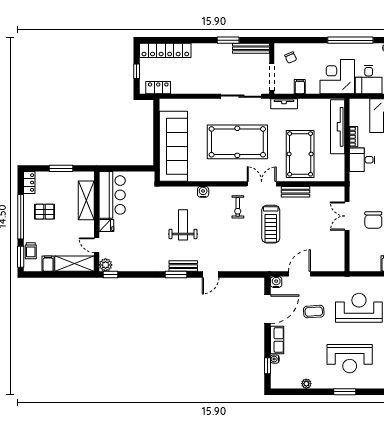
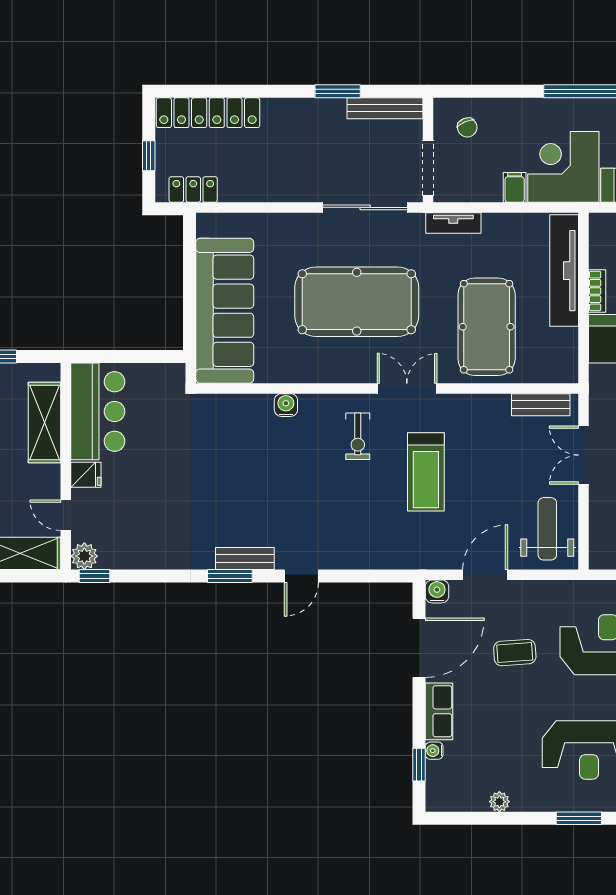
filing cabinet: (300, 87) -> (515, 187), moved
bench: (295, 192) -> (541, 405), moved
weight bench: (183, 225) -> (547, 529), moved

